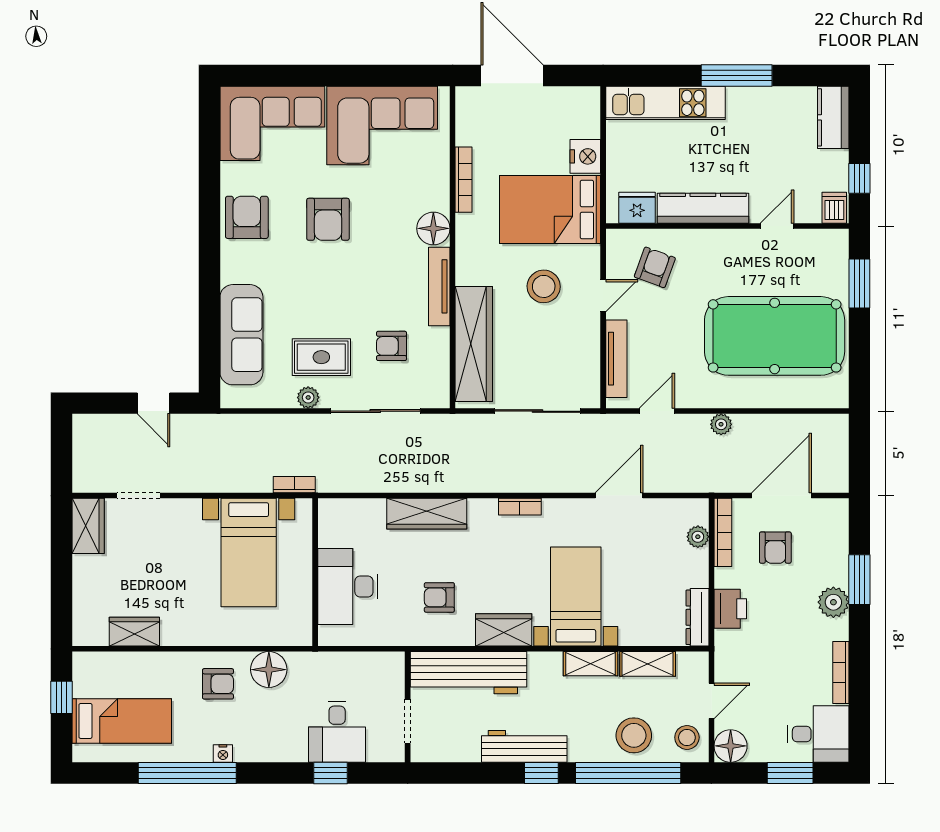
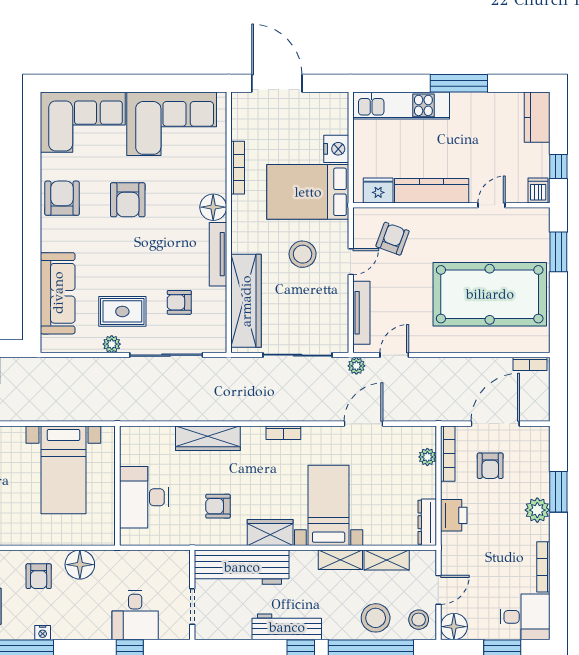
plant: (721, 424) -> (356, 366), moved
bookcase: (294, 485) -> (530, 364), moved, turned 180
armchair: (218, 684) -> (39, 576), turned 90

